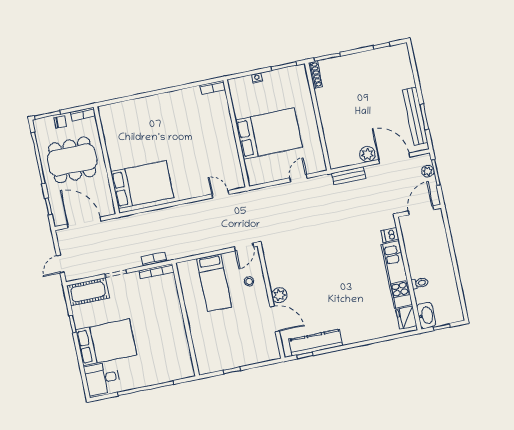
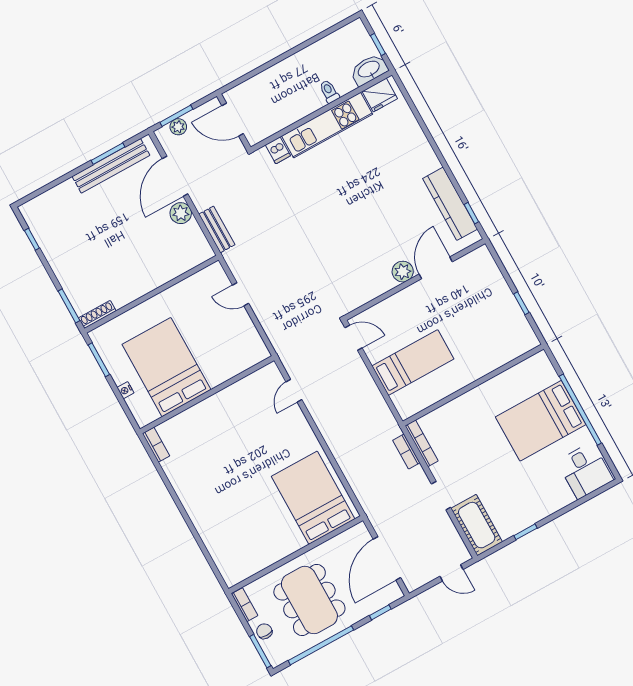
bed: (269, 134) -> (166, 367), moved
stool: (249, 281) -> (397, 317), removed
bed: (106, 342) -> (541, 421), moved, turned -90

